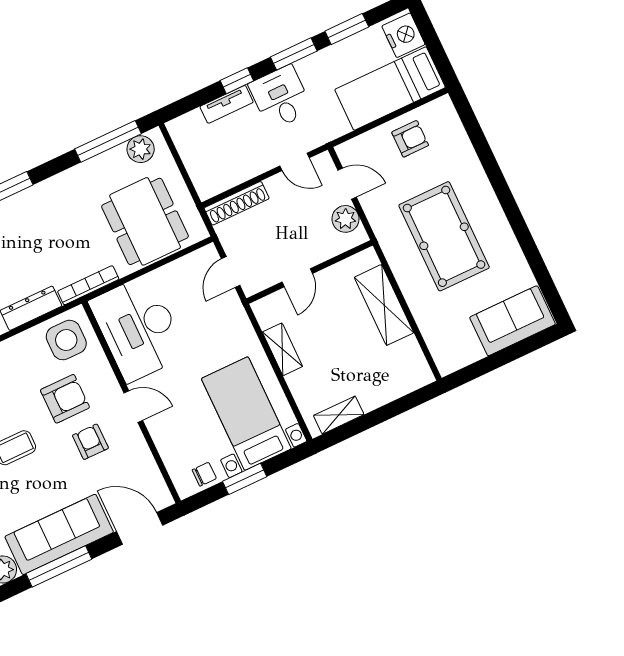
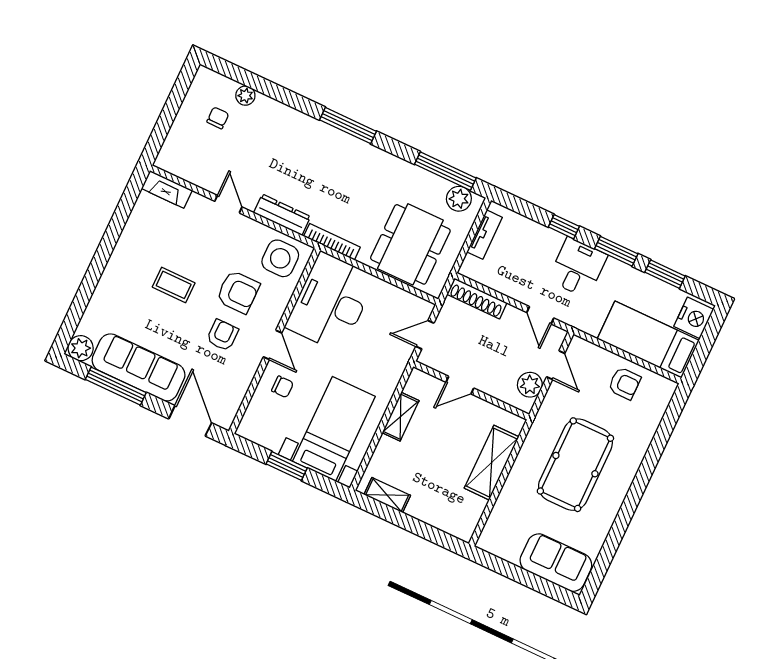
tv unit: (227, 104) -> (485, 235), moved, turned -90
chair: (204, 474) -> (282, 387), moved

